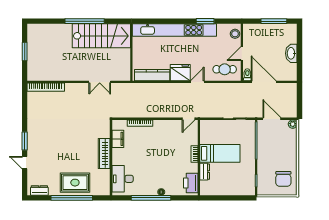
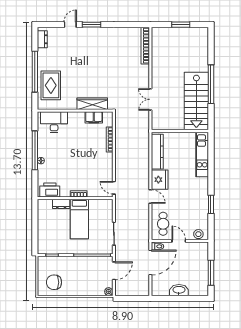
kitchen unit: (174, 30) -> (202, 154), width x0.54
wardrobe: (104, 153) -> (92, 104), moved
rug: (75, 183) -> (51, 85), moved

